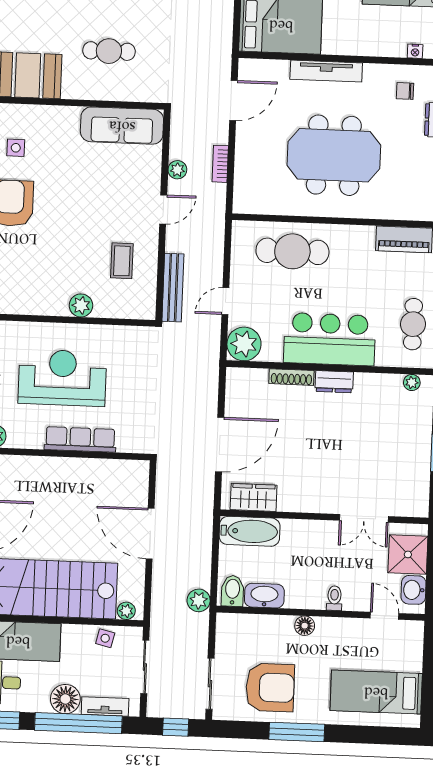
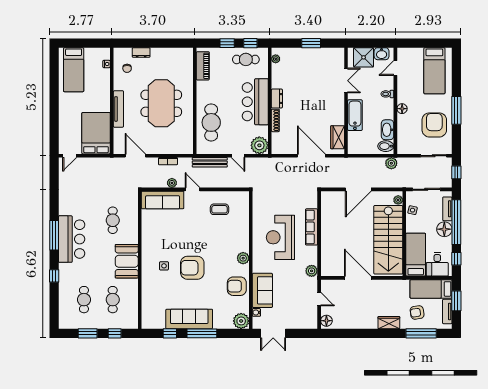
sofa: (122, 126) -> (163, 200), moved, turned 90
bench: (173, 288) -> (210, 162), moved
plant: (81, 305) -> (243, 258), moved
bathtub: (250, 531) -> (355, 115), moved

